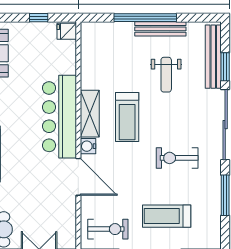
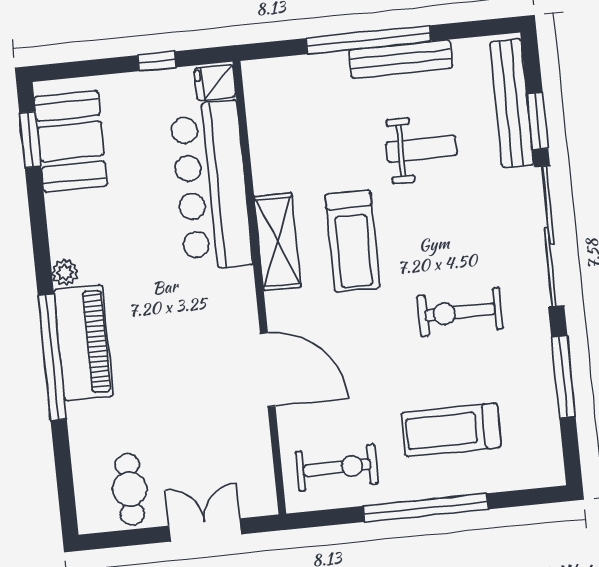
weight bench: (166, 75) -> (422, 149), turned -90
bar counter: (60, 117) -> (211, 185), moved
water cooler: (88, 146) -> (281, 307), removed

